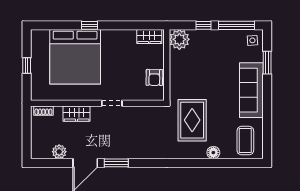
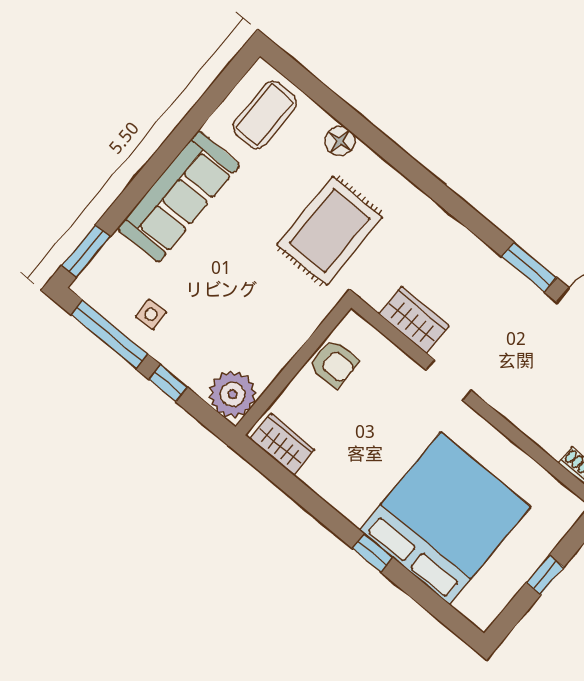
side table: (252, 40) -> (151, 315), moved
window: (267, 63) -> (86, 251), moved
armchair: (154, 77) -> (334, 363), turned 89
wardrobe: (77, 114) -> (414, 320), moved

